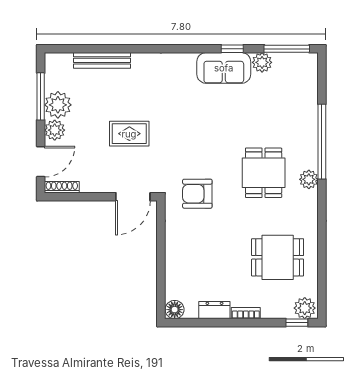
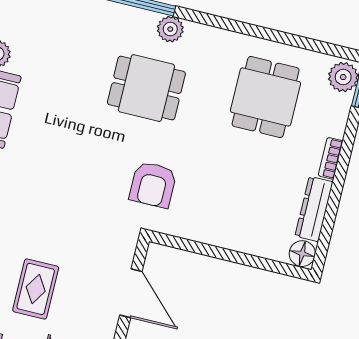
rug: (129, 134) -> (36, 289), moved
door: (133, 197) -> (131, 293), moved
dresser: (214, 310) -> (314, 209), width x1.44

